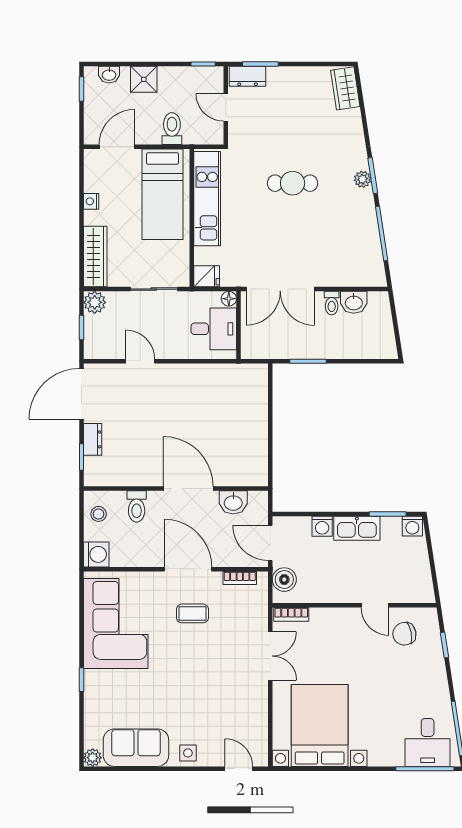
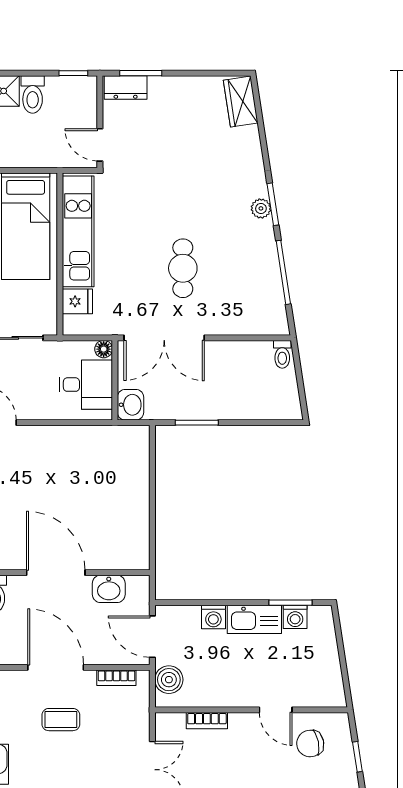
door: (226, 107) -> (100, 145), moved
toilet: (172, 129) -> (33, 94), moved, turned 180
cafe table: (293, 183) -> (183, 268), moved, turned 90
fridge: (207, 276) -> (77, 301), moved
washbasin: (354, 302) -> (131, 405), moved, turned -90
toilet: (332, 303) -> (282, 354), moved
washing machine: (412, 526) -> (295, 617), moved
bookcase: (291, 614) -> (207, 721), moved

